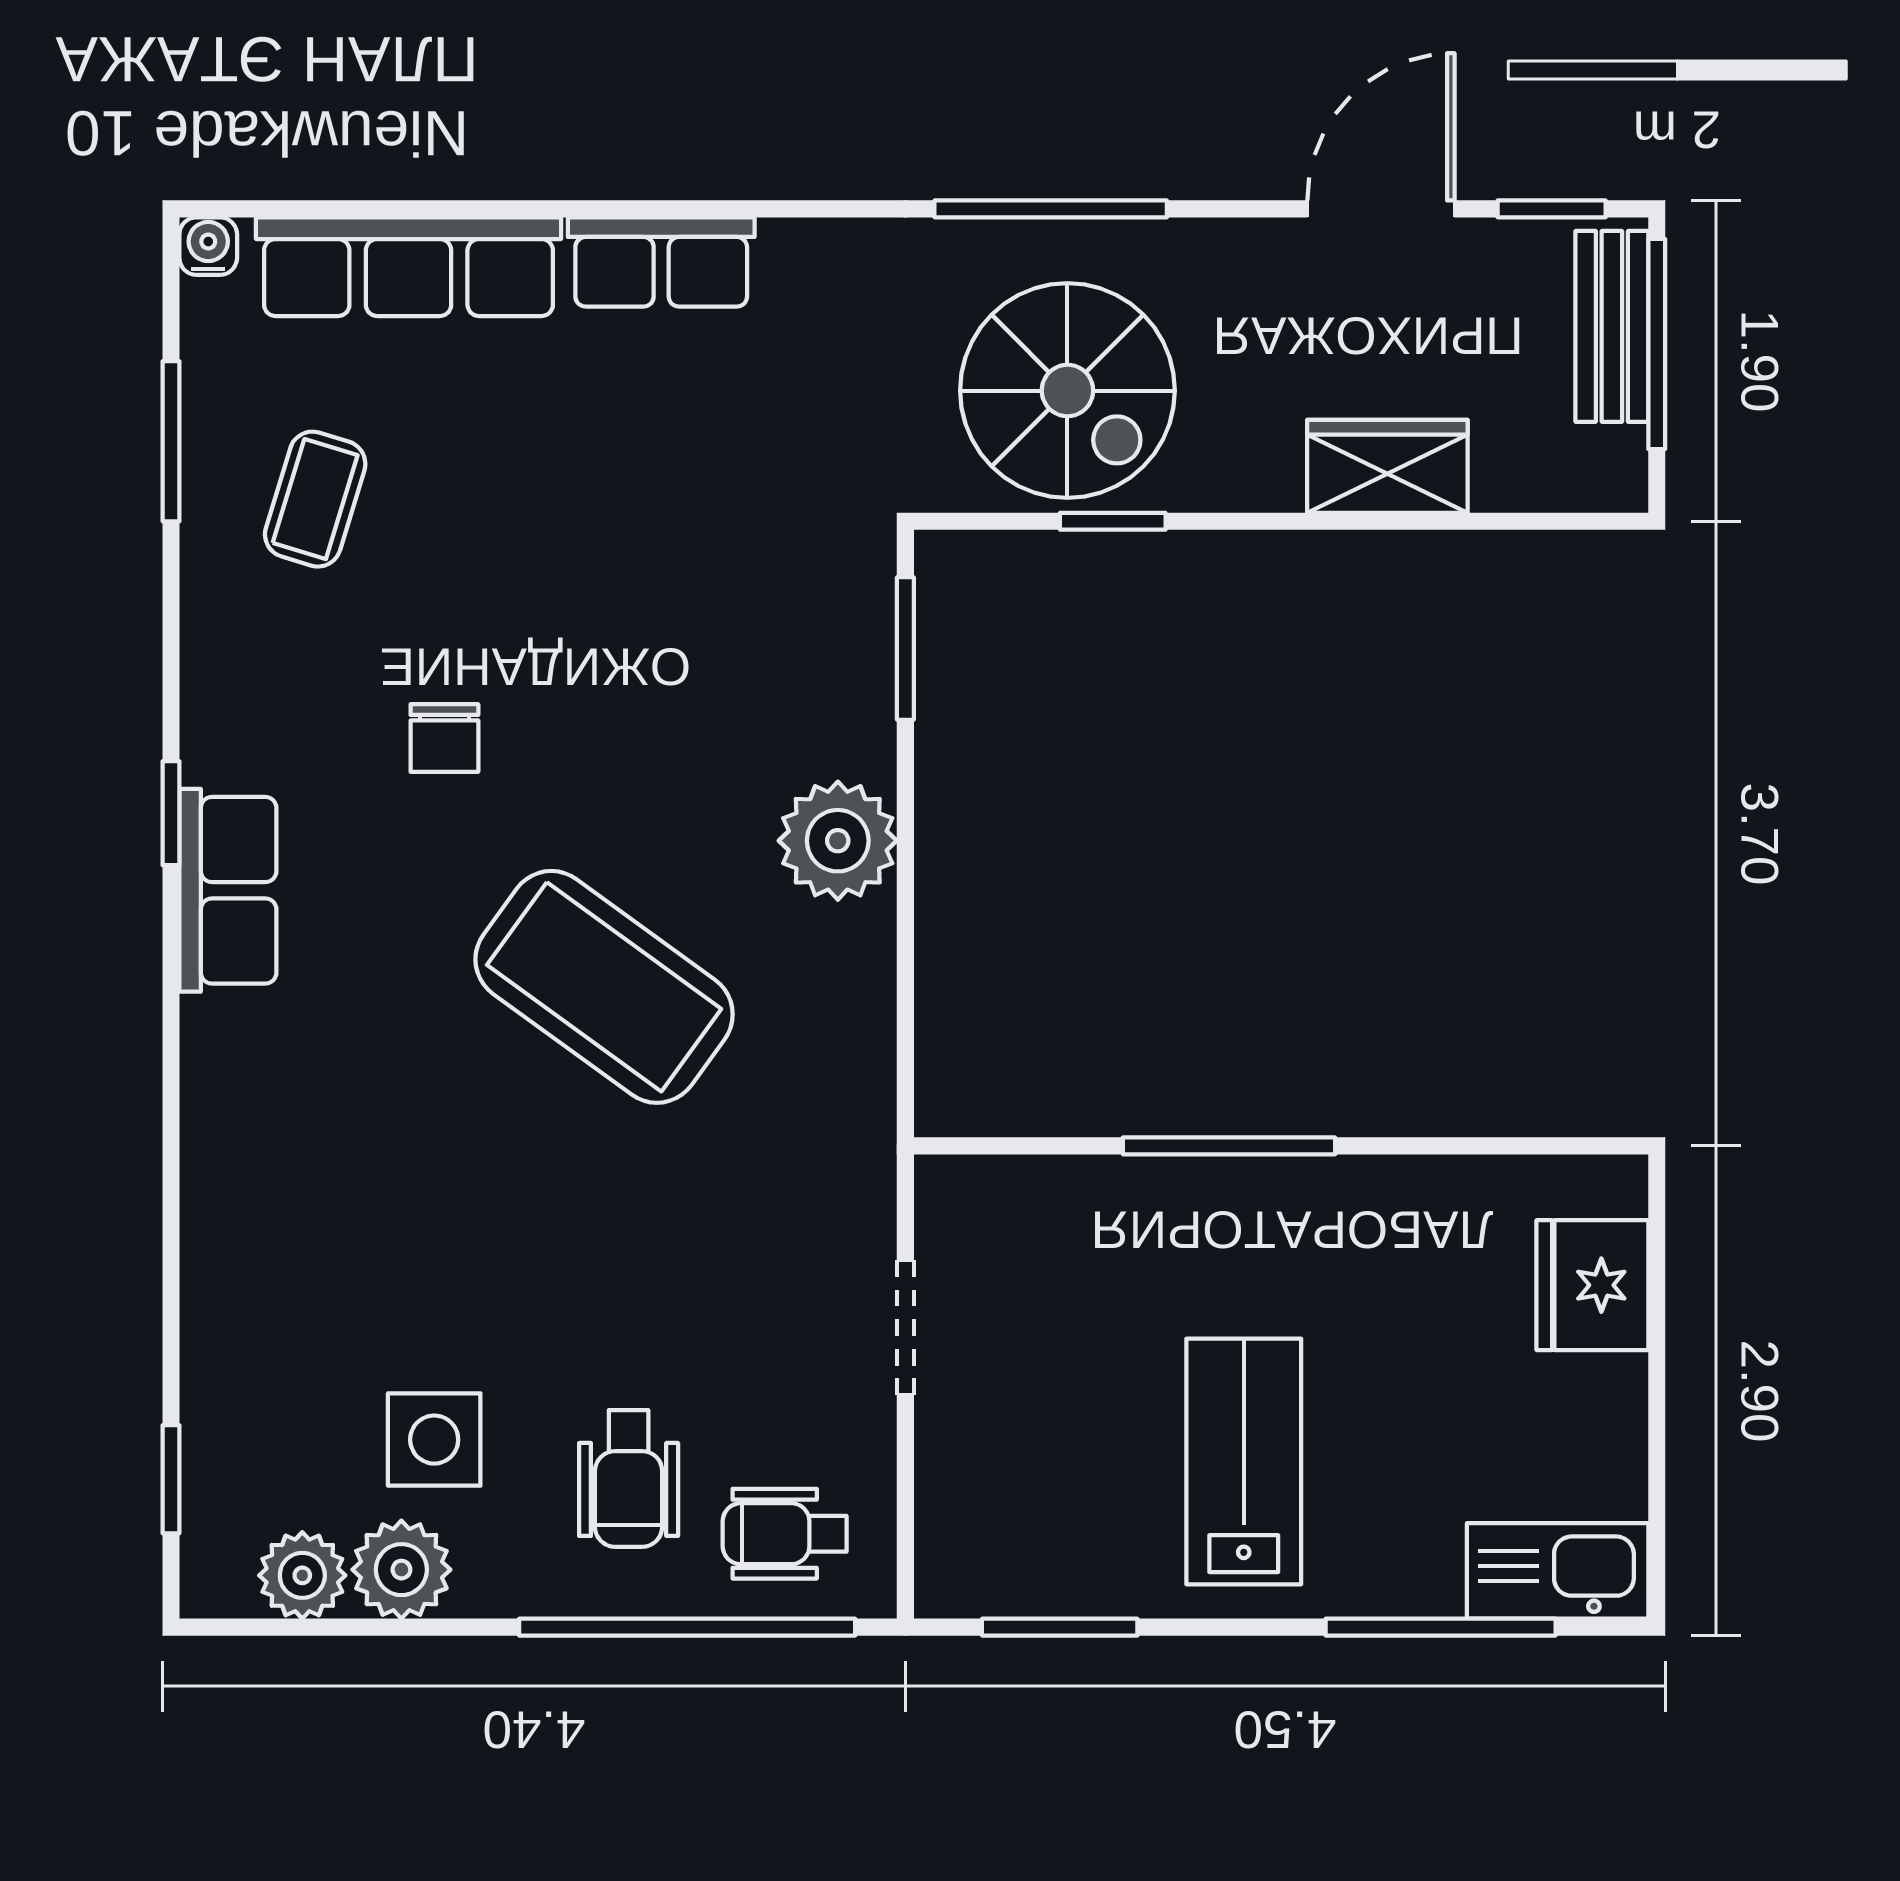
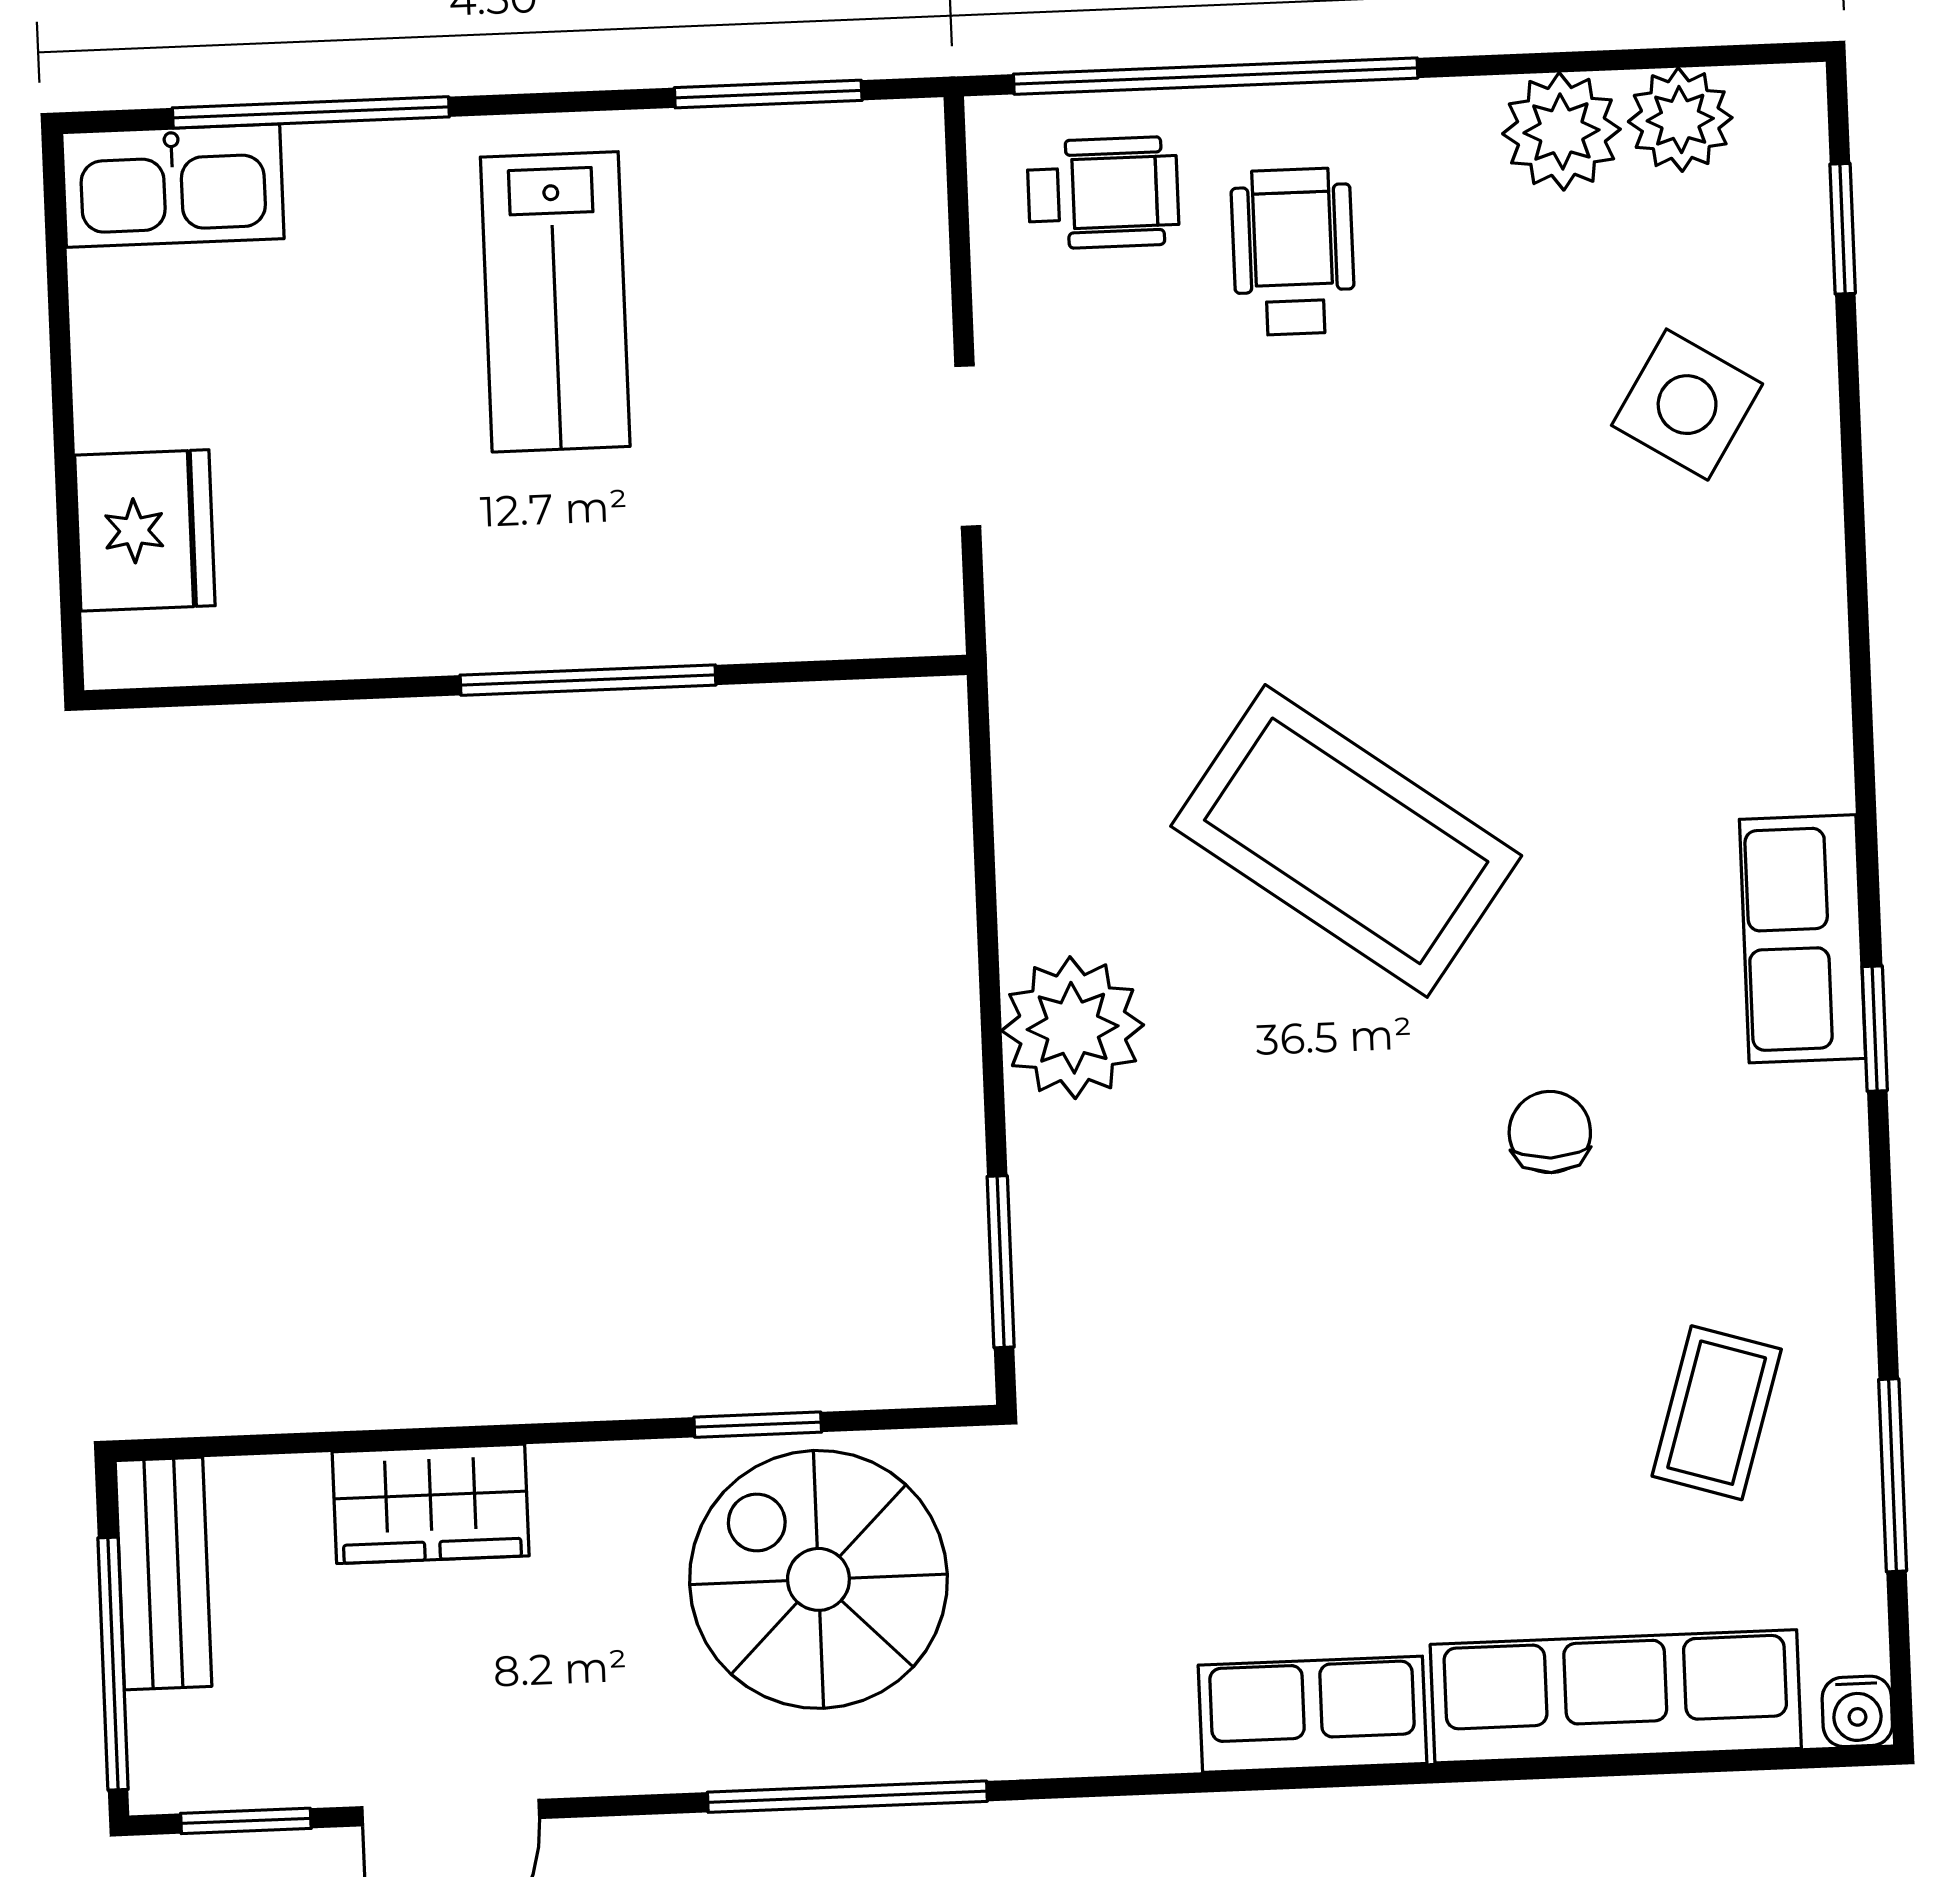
bench: (1612, 326) -> (163, 1573), moved
side table: (434, 1440) -> (1687, 405), moved, turned 32

